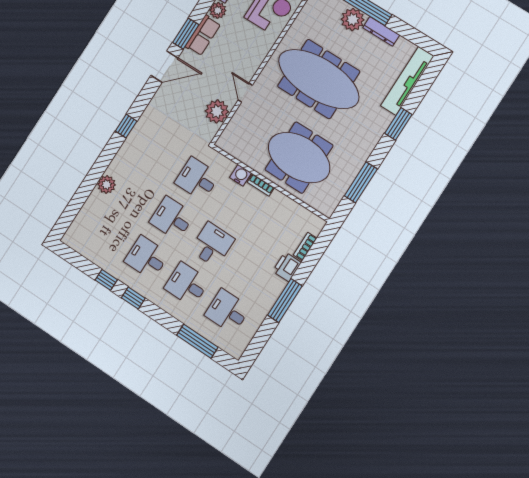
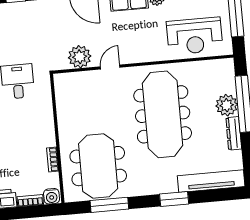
meeting table: (299, 158) -> (98, 166), moved
water cooler: (241, 175) -> (52, 196), moved, turned 90
bookcase: (261, 185) -> (53, 159), moved

